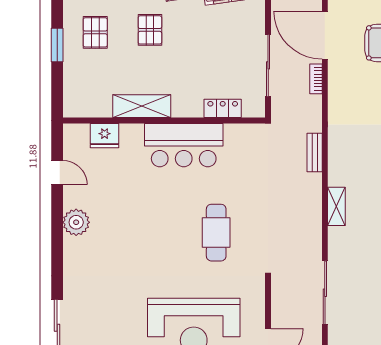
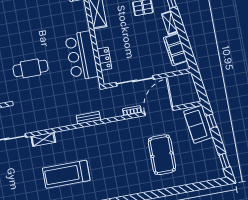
bar counter: (184, 145) -> (82, 56), moved
shelving: (336, 206) -> (43, 139), moved

